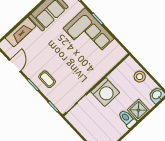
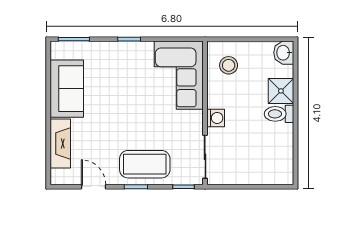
corner sofa: (89, 34) -> (179, 75), moved, turned 90
stool: (140, 77) -> (229, 65), moved
coffee table: (47, 79) -> (145, 164), width x1.86, depth x1.72
washing machine: (105, 92) -> (216, 118), width x0.53, depth x0.53

